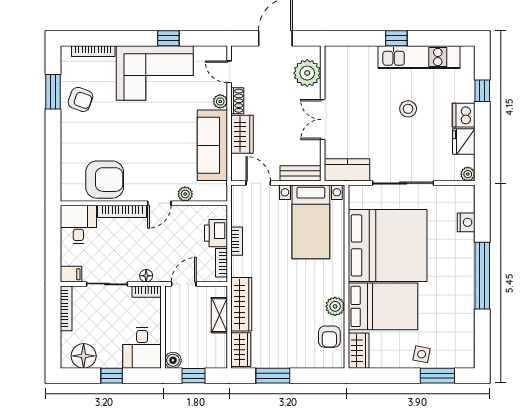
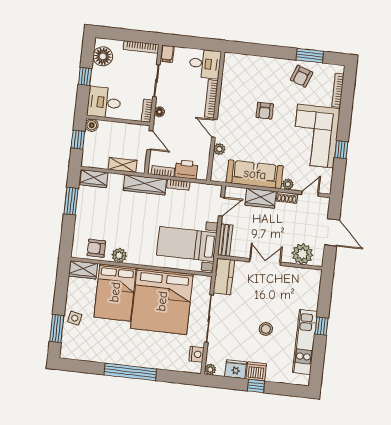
window: (482, 91) -> (256, 386), moved
armchair: (105, 180) -> (265, 111), moved, width x0.53, depth x0.53
nightstand: (466, 222) -> (197, 354), moved, turned -90
wardrobe: (241, 304) -> (145, 185), moved

